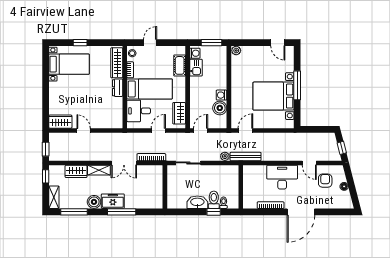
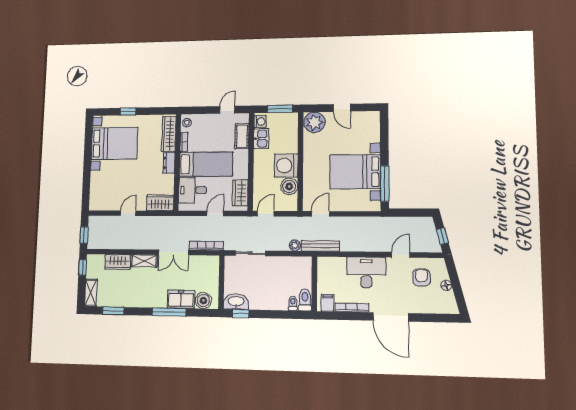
door: (150, 43) -> (227, 110), moved
door: (278, 43) -> (342, 108), moved
plant: (236, 51) -> (314, 122), width x1.88, depth x1.88
bed with nightstands: (69, 64) -> (114, 143), width x1.36
window: (297, 85) -> (385, 184), moved
washing machine: (222, 95) -> (286, 165), width x1.89, depth x1.89
wardrobe: (60, 122) -> (160, 203), moved
door: (84, 130) -> (128, 213), hinge flipped
door: (309, 163) -> (401, 255), swing flipped
toilet: (214, 200) -> (305, 300), moved
freezer: (113, 201) -> (181, 299), moved
boiler: (94, 202) -> (203, 301), moved
washbasin: (197, 202) -> (236, 302), moved
filing cabinet: (251, 202) -> (328, 303), added
window: (74, 212) -> (113, 311), width x0.69
window: (214, 212) -> (241, 314), moved
door: (301, 212) -> (391, 317), hinge flipped

